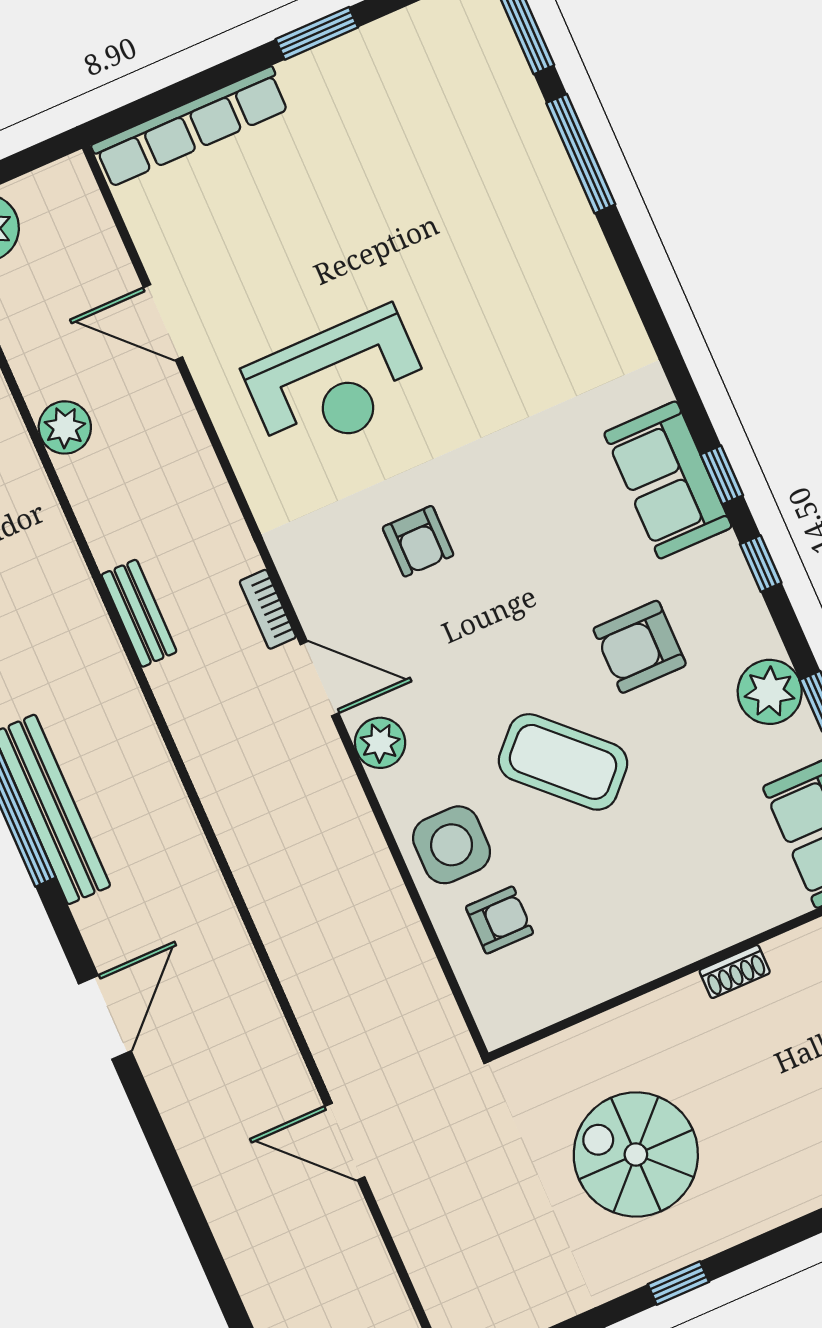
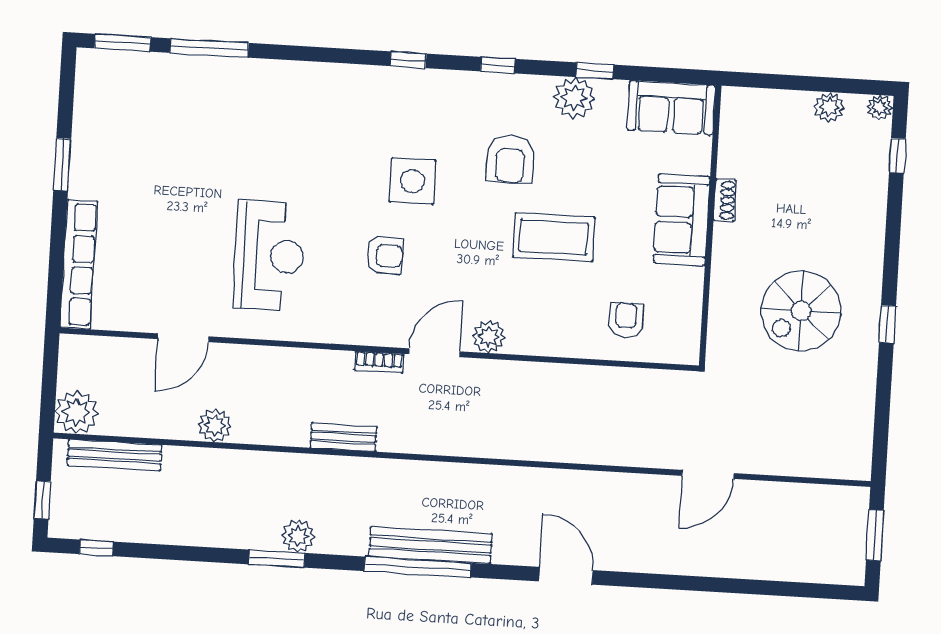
window: (722, 475) -> (408, 60), moved
sofa: (668, 480) -> (682, 220), moved, turned 90
coffee table: (563, 762) -> (554, 237), turned 46
side table: (452, 845) -> (412, 181), moved

